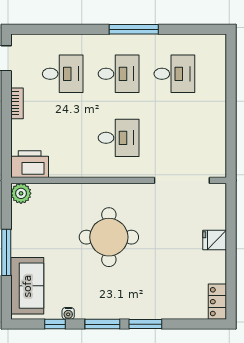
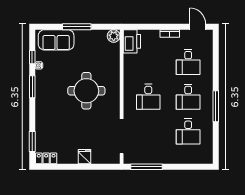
window: (231, 141) -> (147, 167), added
window: (145, 324) -> (32, 141), moved

